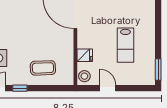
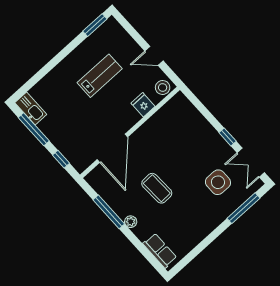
coffee table: (43, 68) -> (157, 188), moved
door: (108, 88) -> (154, 56), hinge flipped

